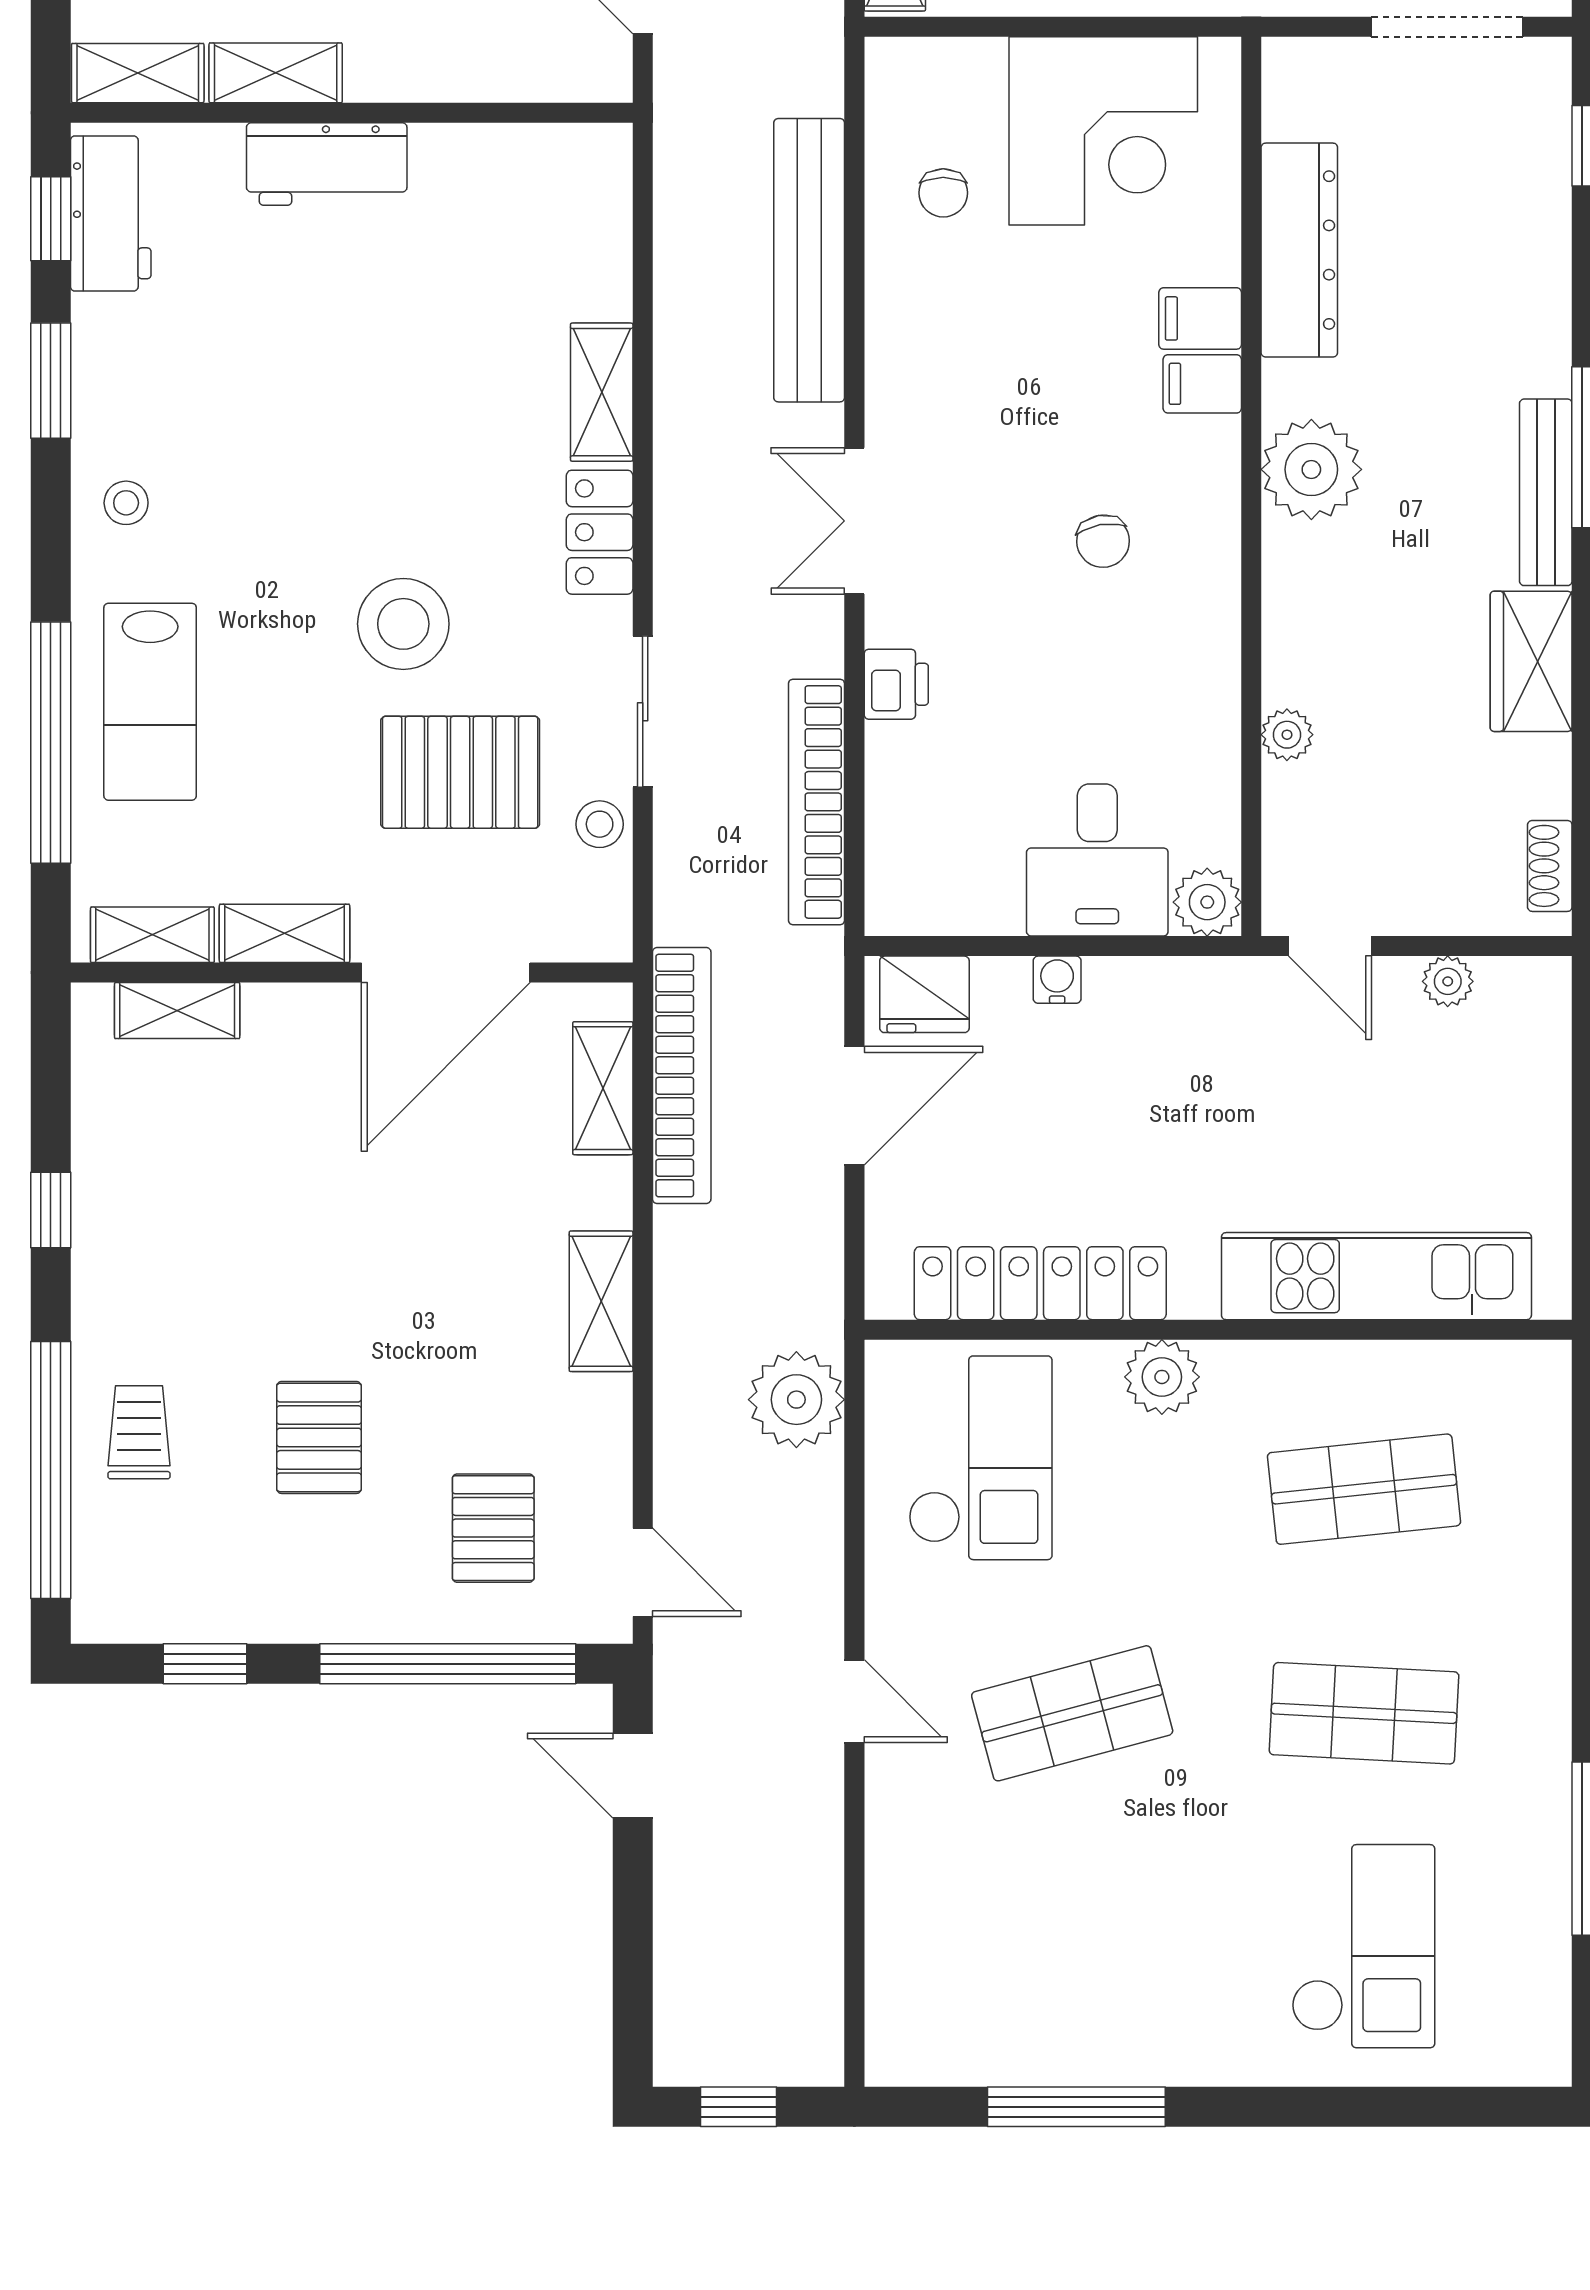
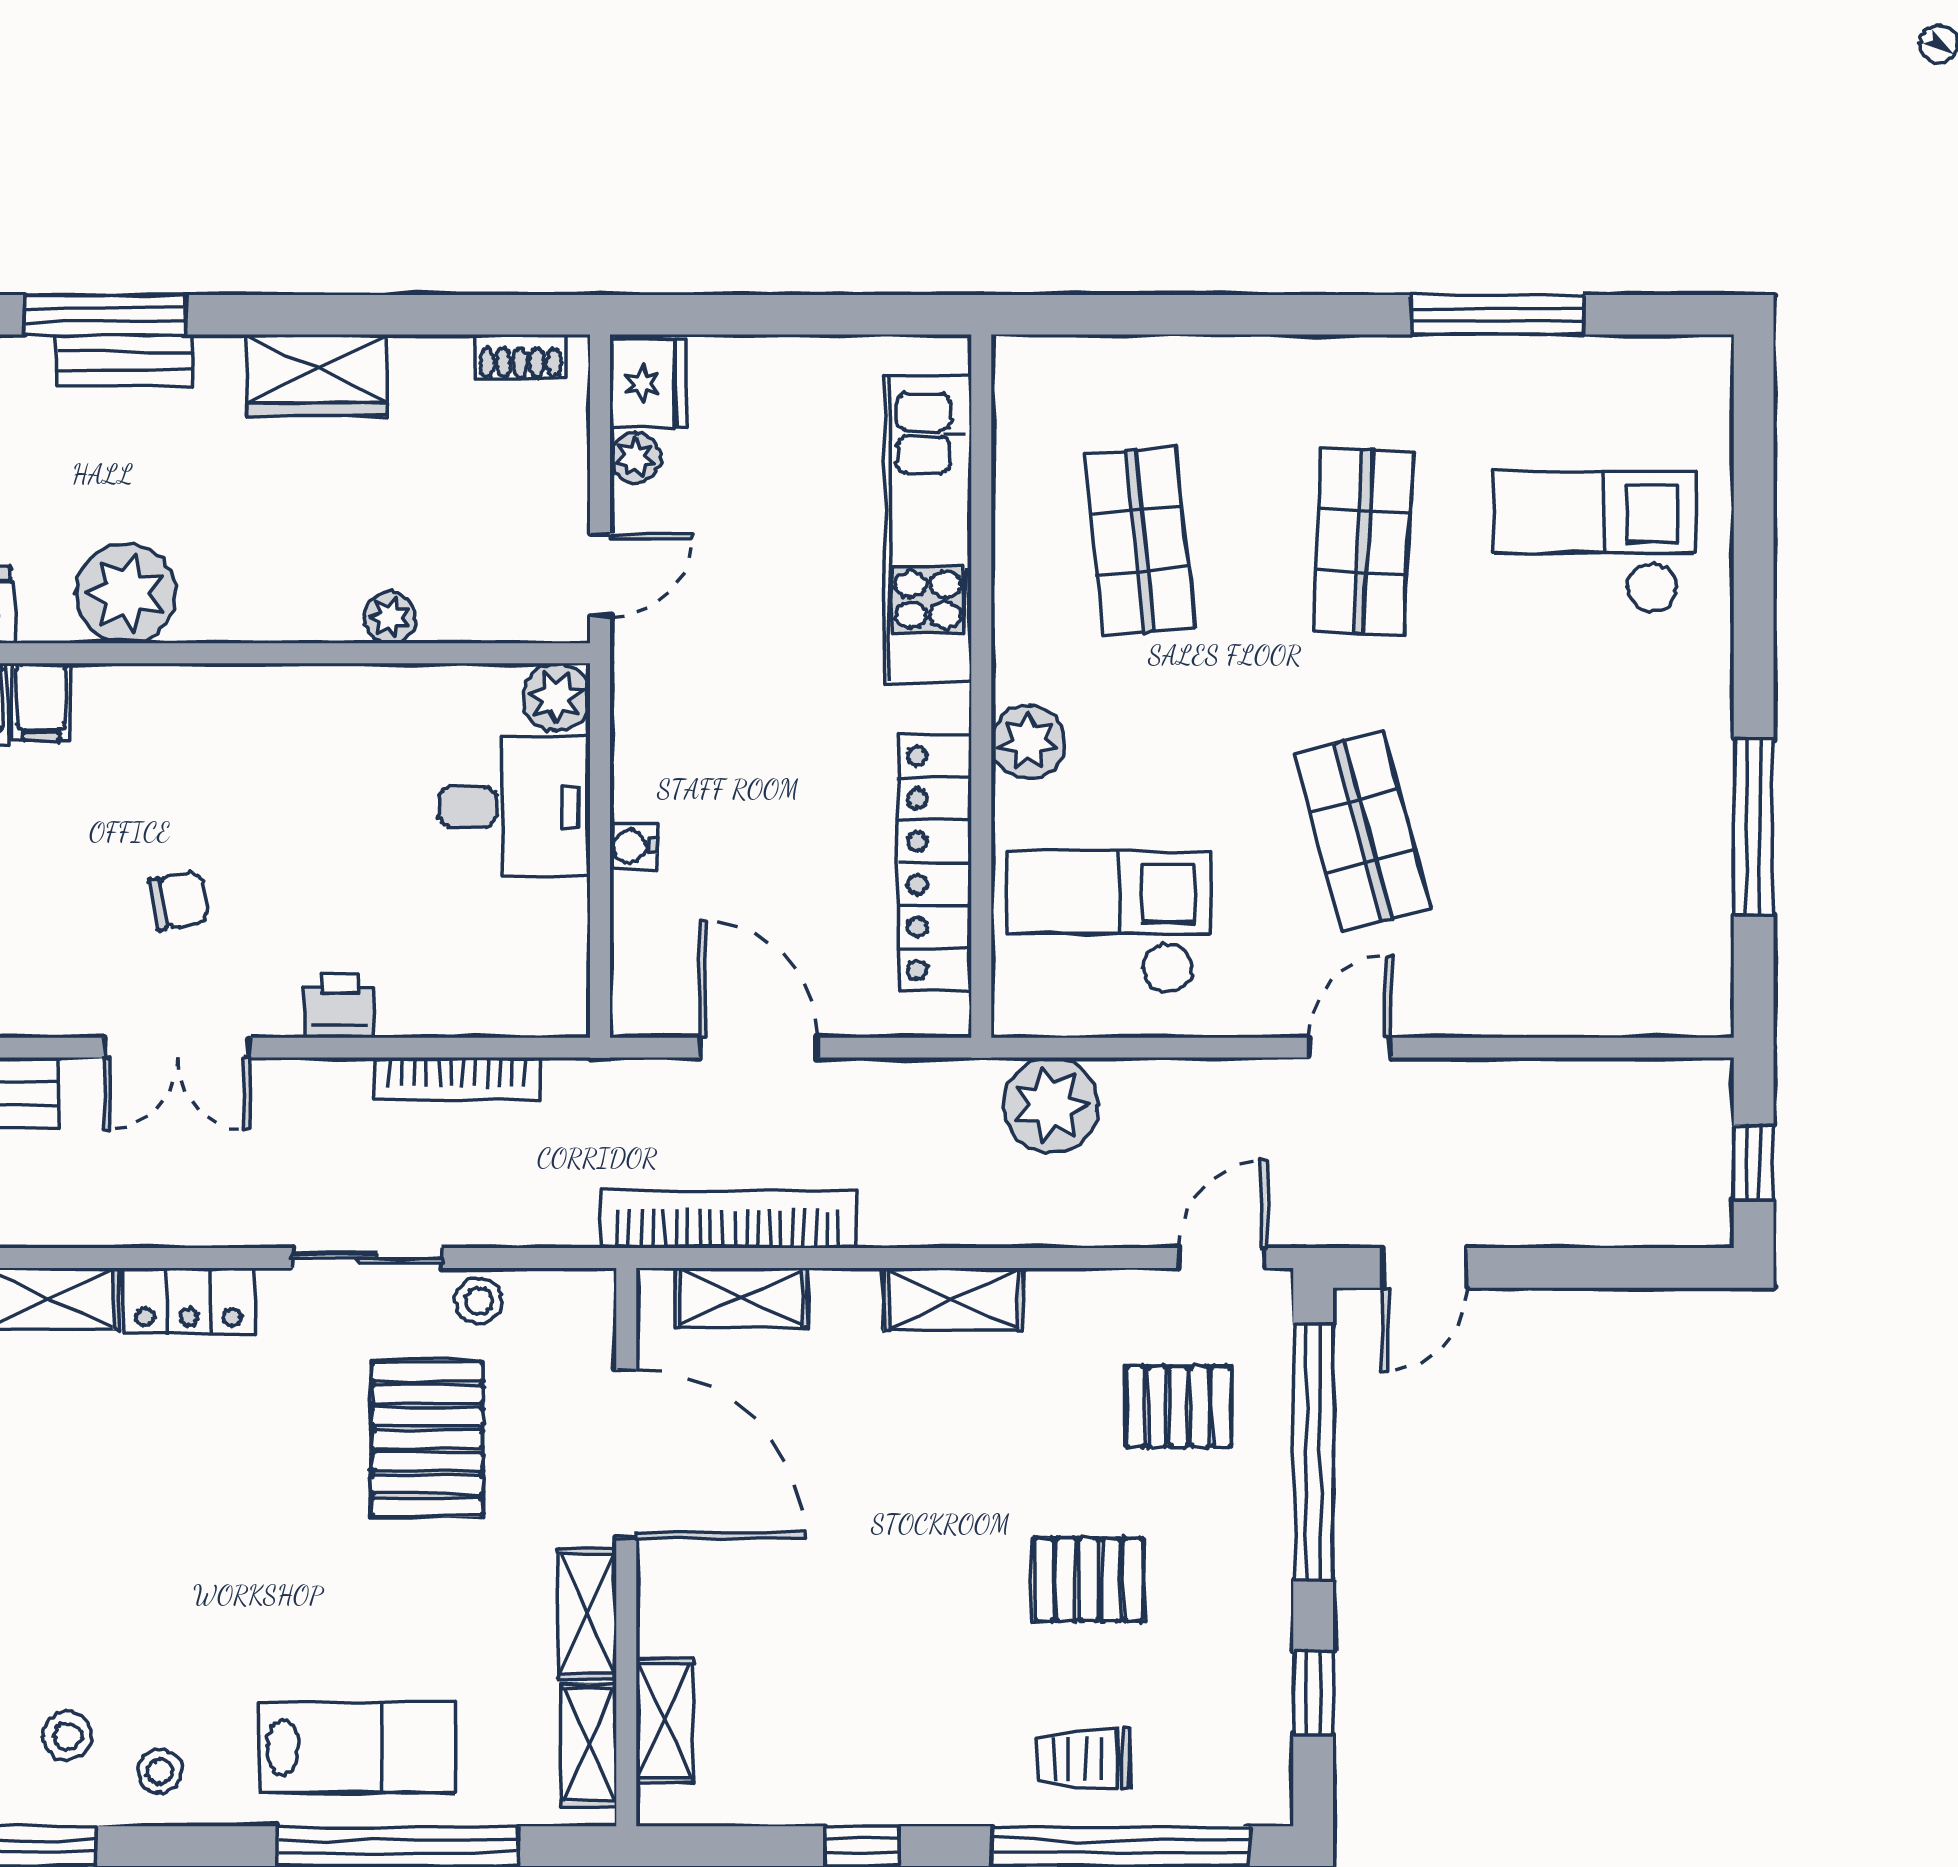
bench: (1546, 492) -> (124, 360), width x0.73
chair: (1103, 541) -> (179, 900), moved
stool: (403, 624) -> (67, 1736), moved, width x0.53, depth x0.53
bookcase: (817, 802) -> (457, 1079), width x0.68, depth x0.76
fridge: (924, 994) -> (648, 383), moved

